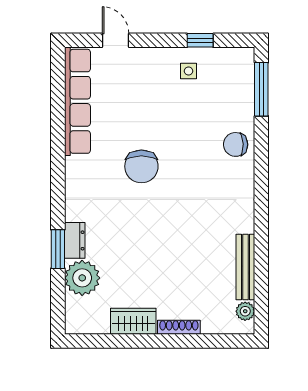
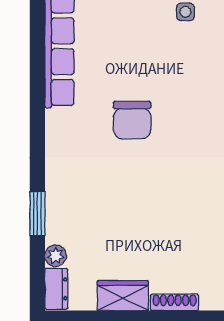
dresser: (75, 240) -> (56, 289), moved
plant: (82, 278) -> (56, 256), width x0.53, depth x0.53

